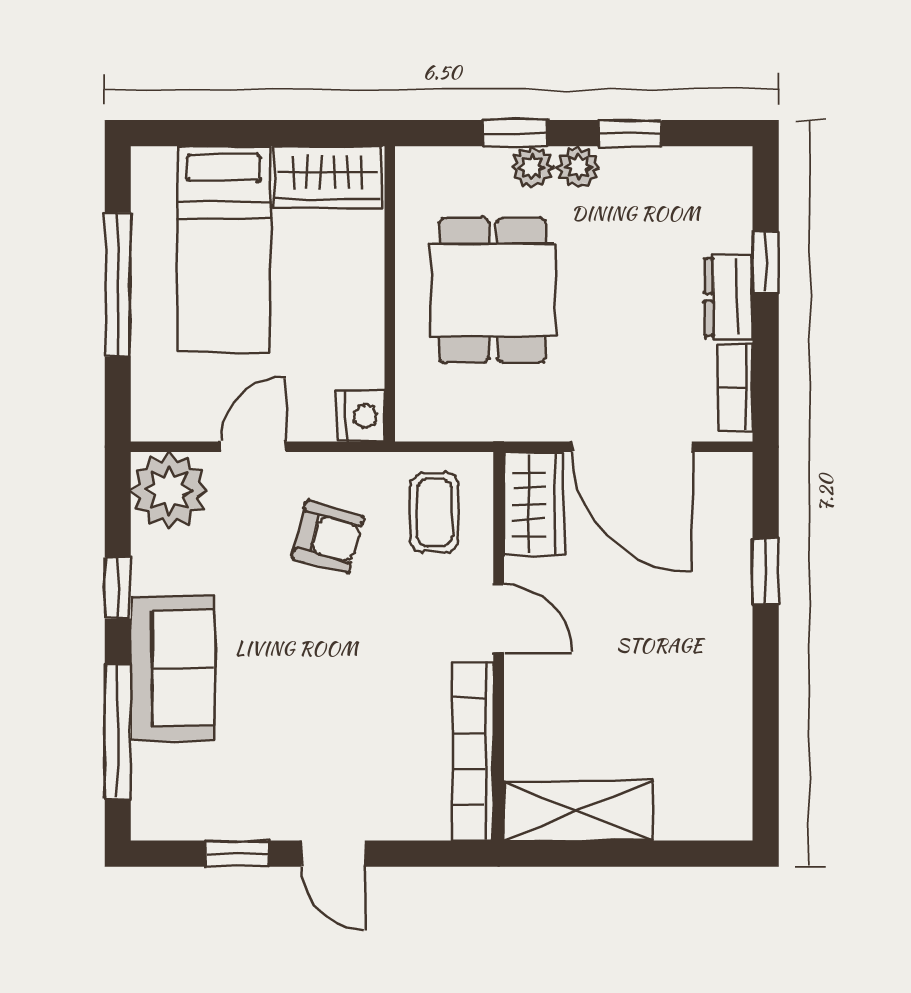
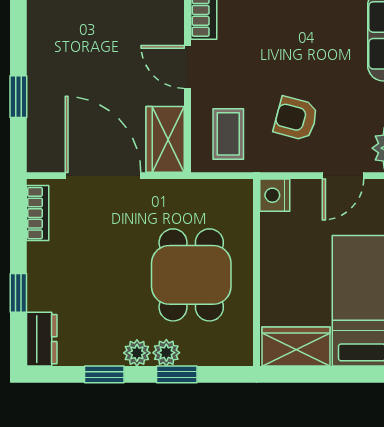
dresser: (729, 297) -> (42, 339), moved

